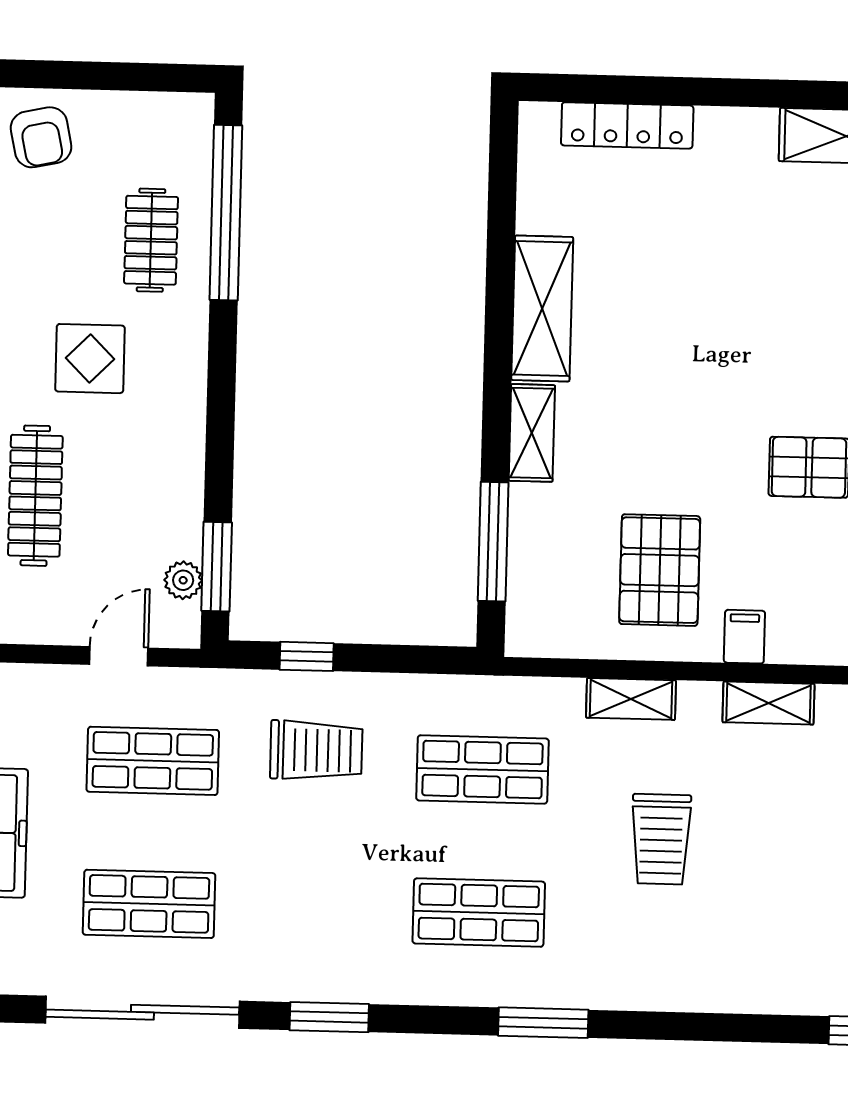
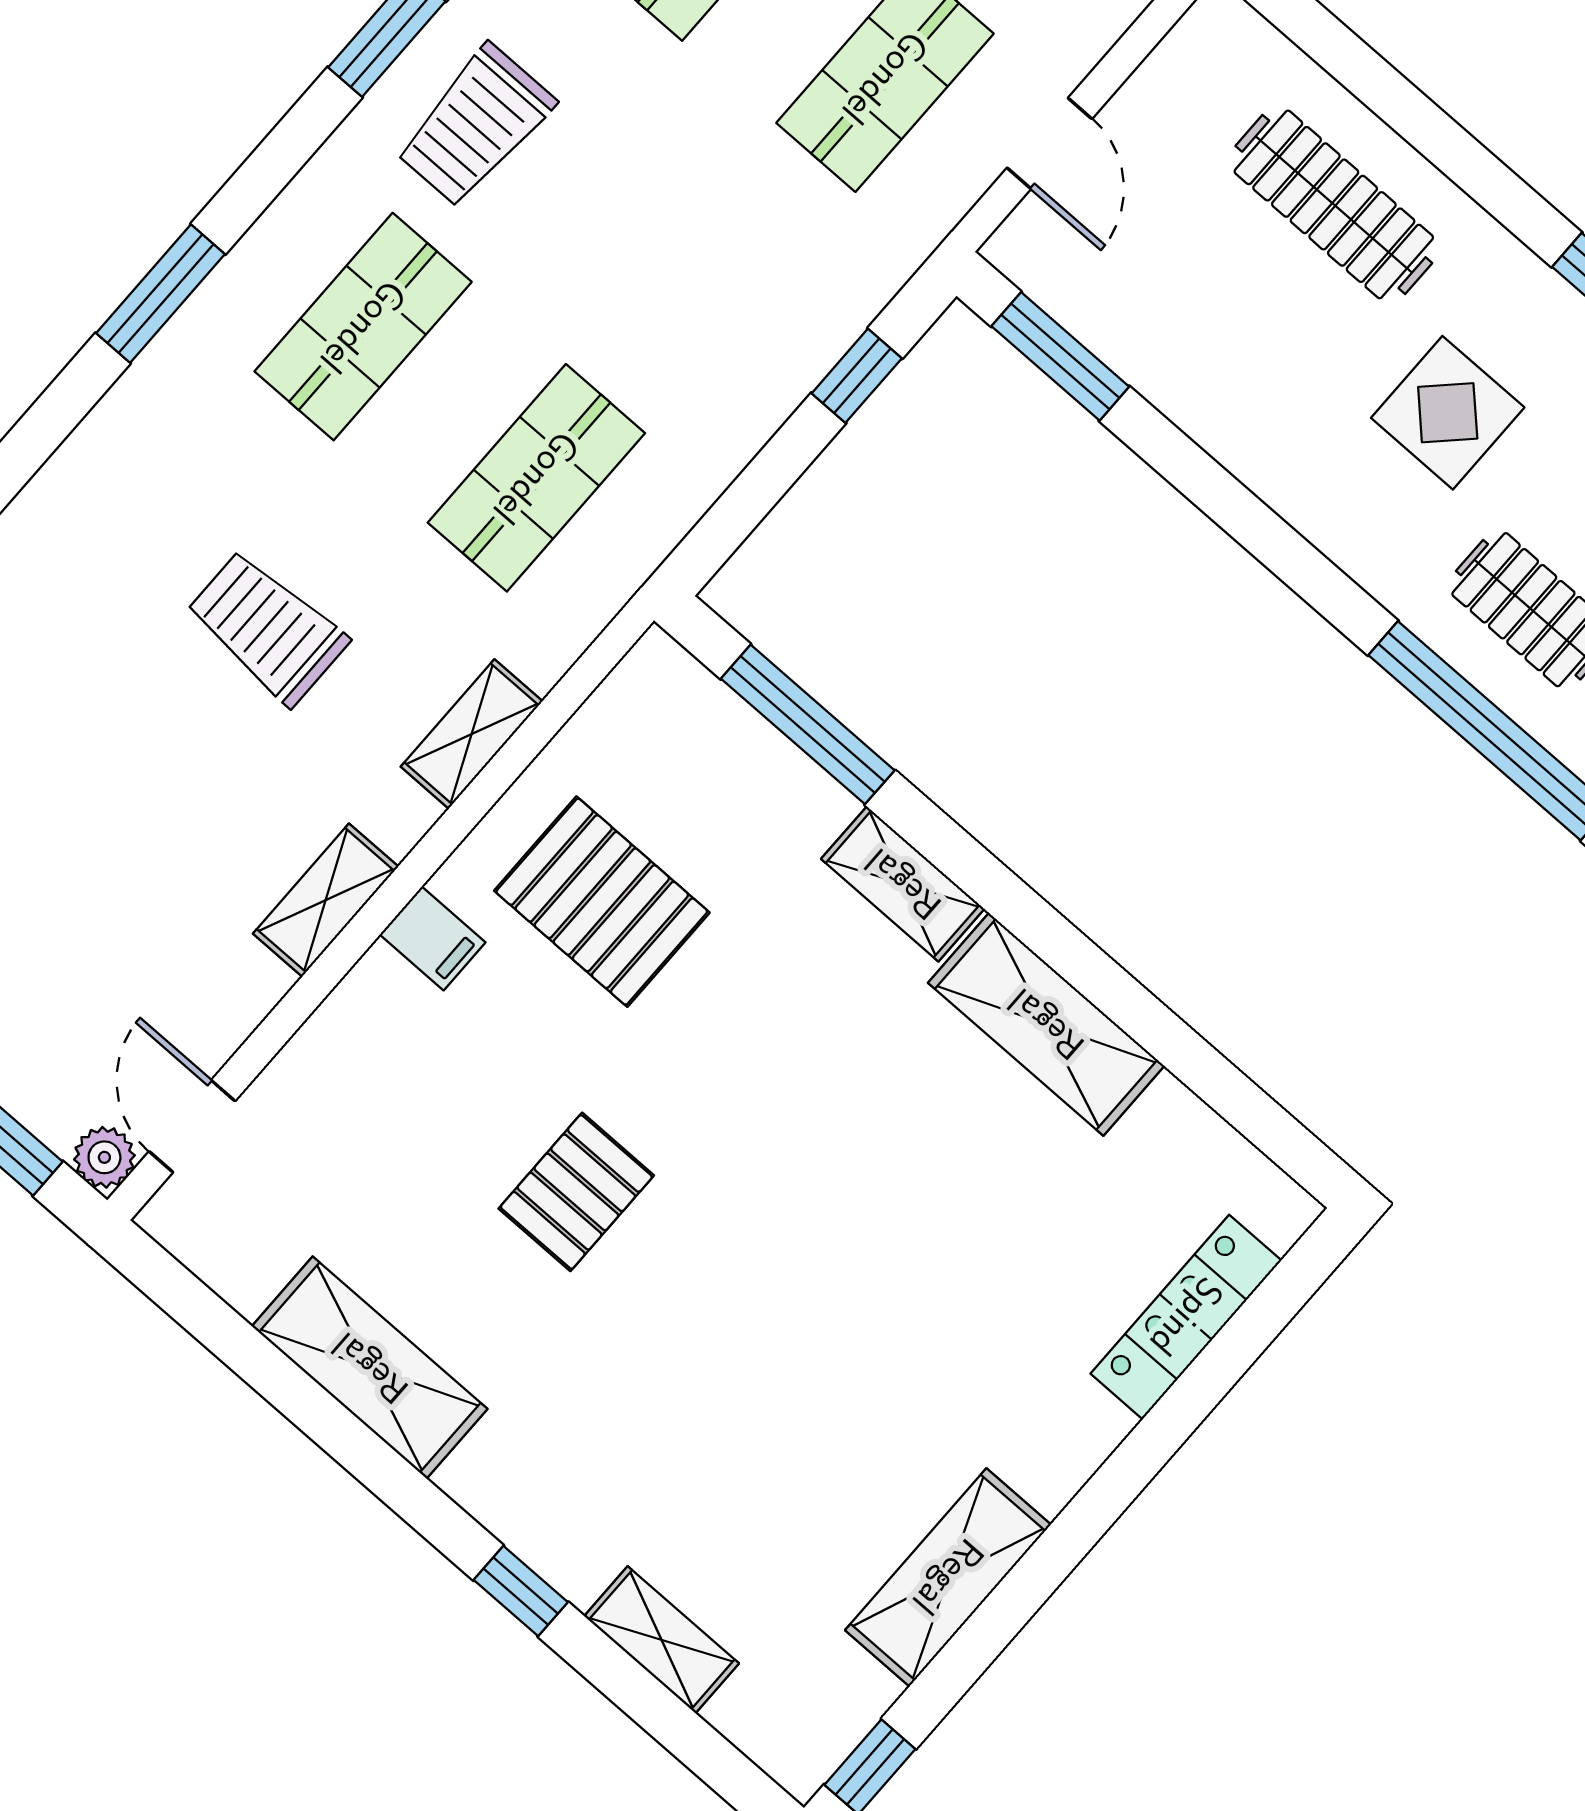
plant: (183, 580) -> (1078, 301), removed
trolley: (316, 750) -> (475, 126), moved

